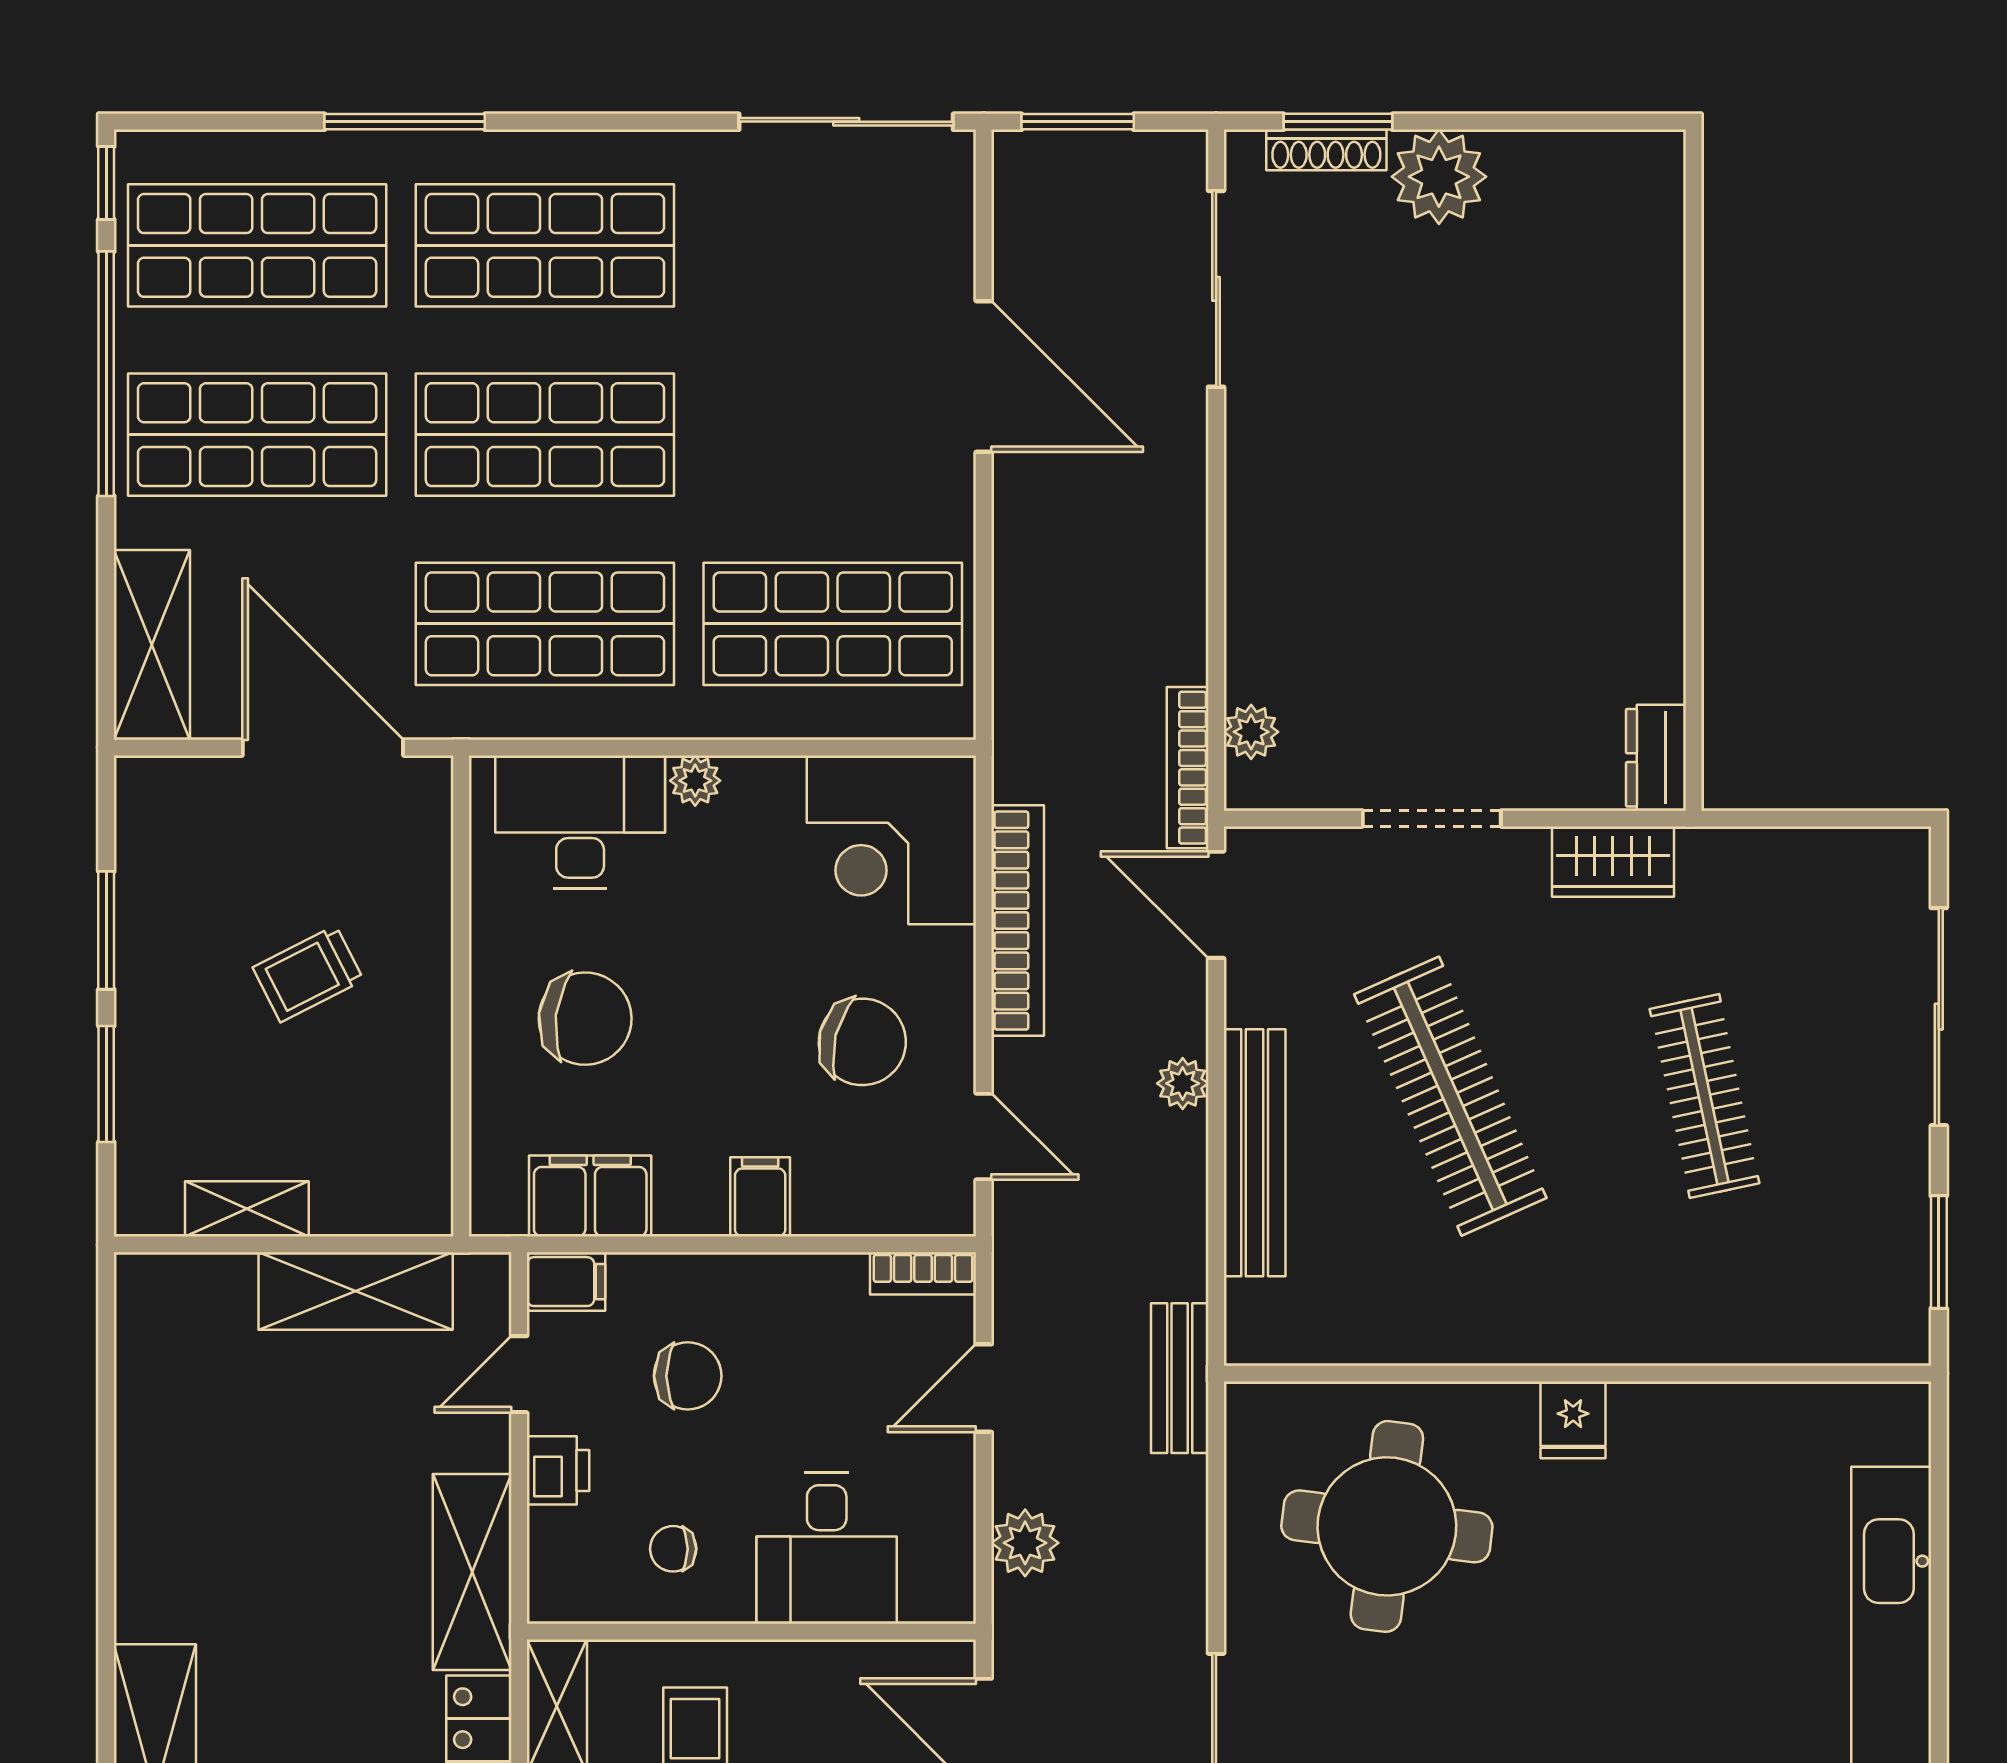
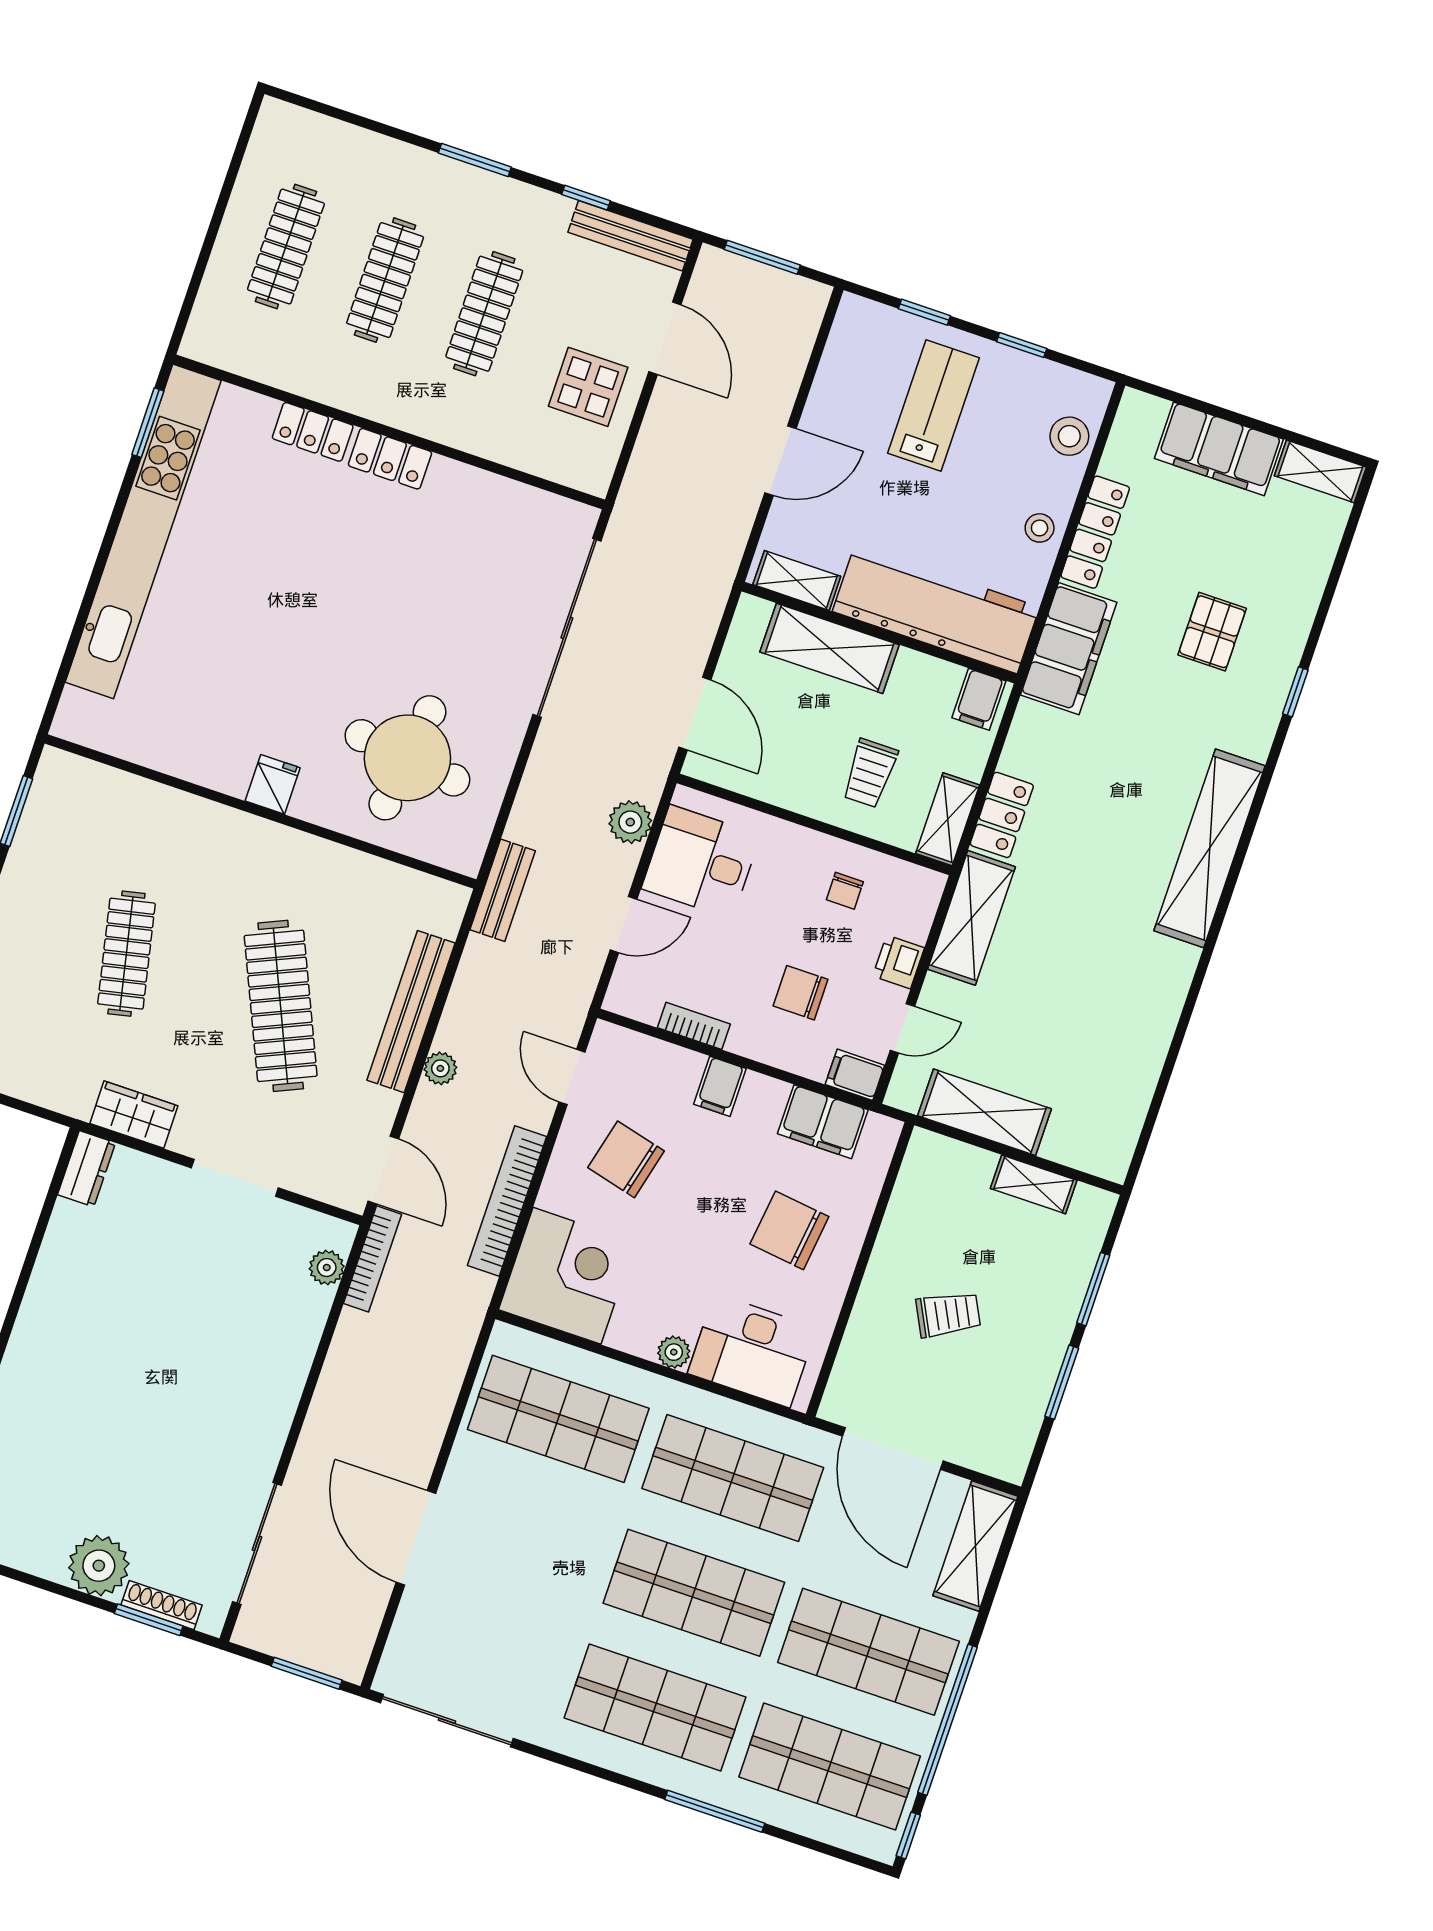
bookcase: (923, 1273) -> (694, 1026), moved
desk: (827, 1548) -> (701, 862), moved, turned -90
chair: (673, 1549) -> (845, 891), turned 90

